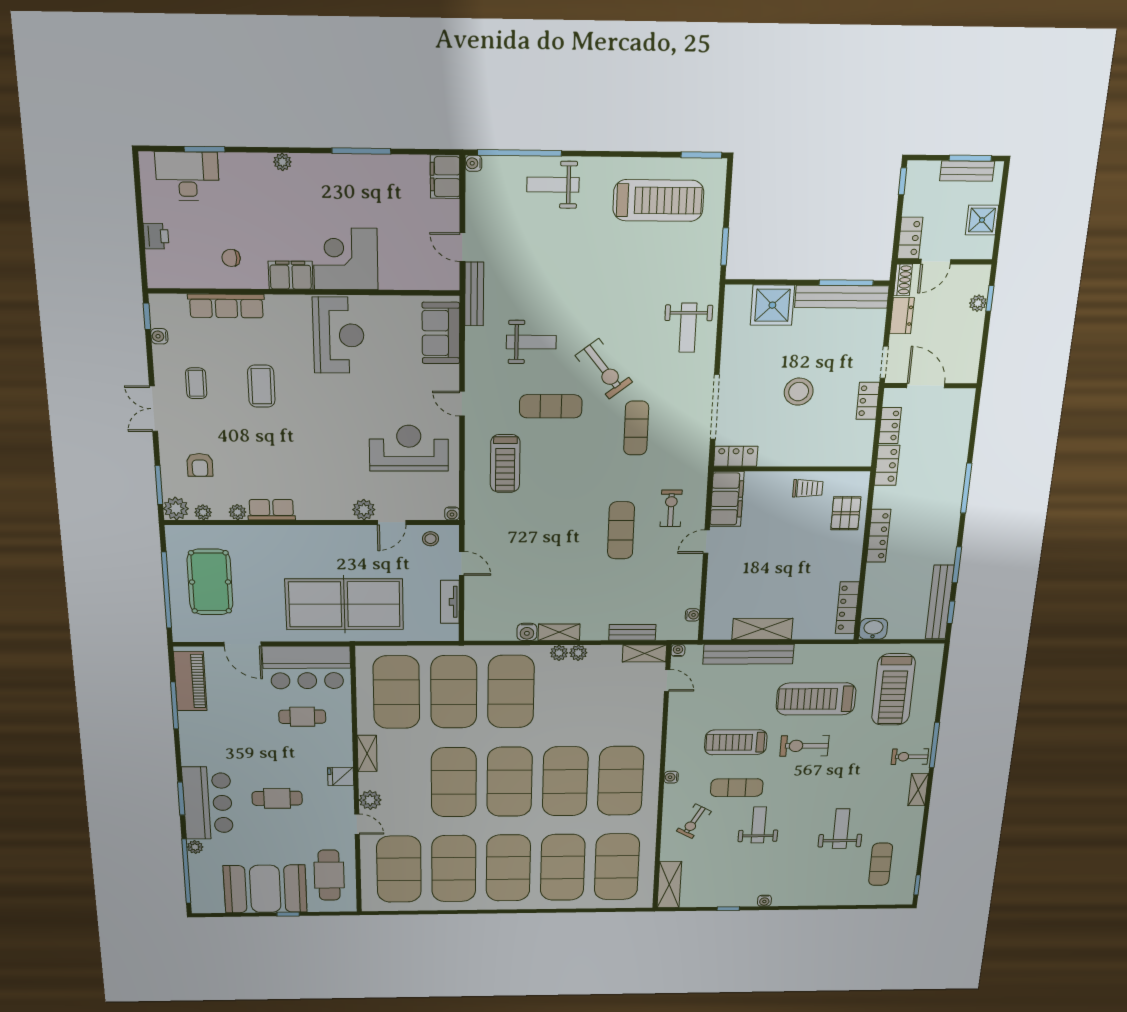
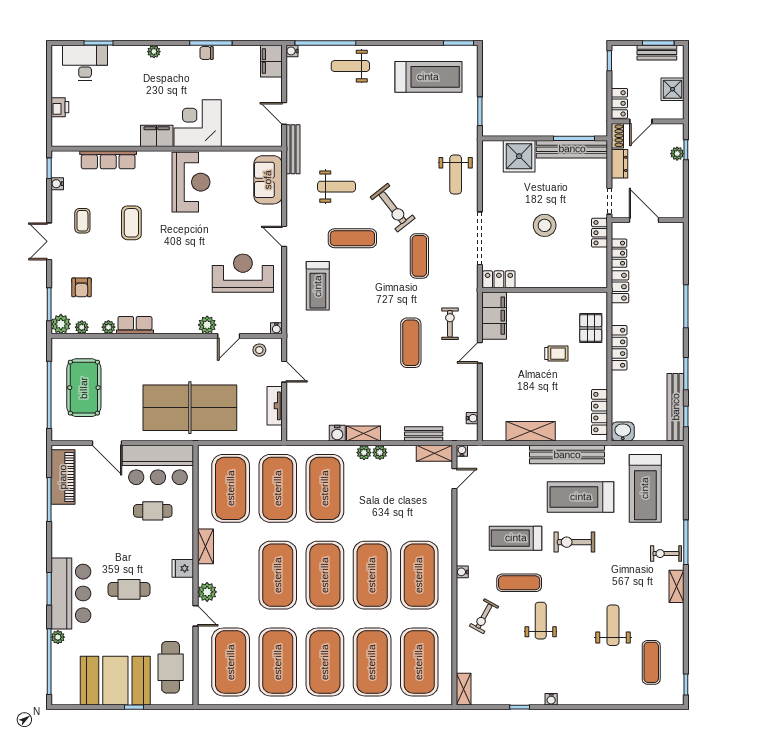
chair: (231, 258) -> (207, 53), moved
trolley: (808, 488) -> (556, 354), moved
bench: (748, 654) -> (567, 455), moved
door: (667, 680) -> (454, 479), hinge flipped
shelving: (669, 885) -> (464, 689), width x0.67, depth x0.75

